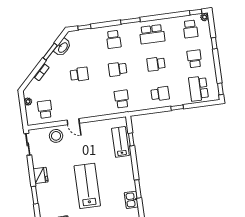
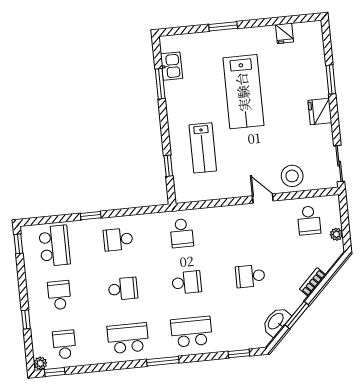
school desk: (114, 39) -> (192, 332), width x1.85
school desk: (194, 59) -> (59, 295), turned 180
lab bench: (120, 142) -> (203, 148), moved

